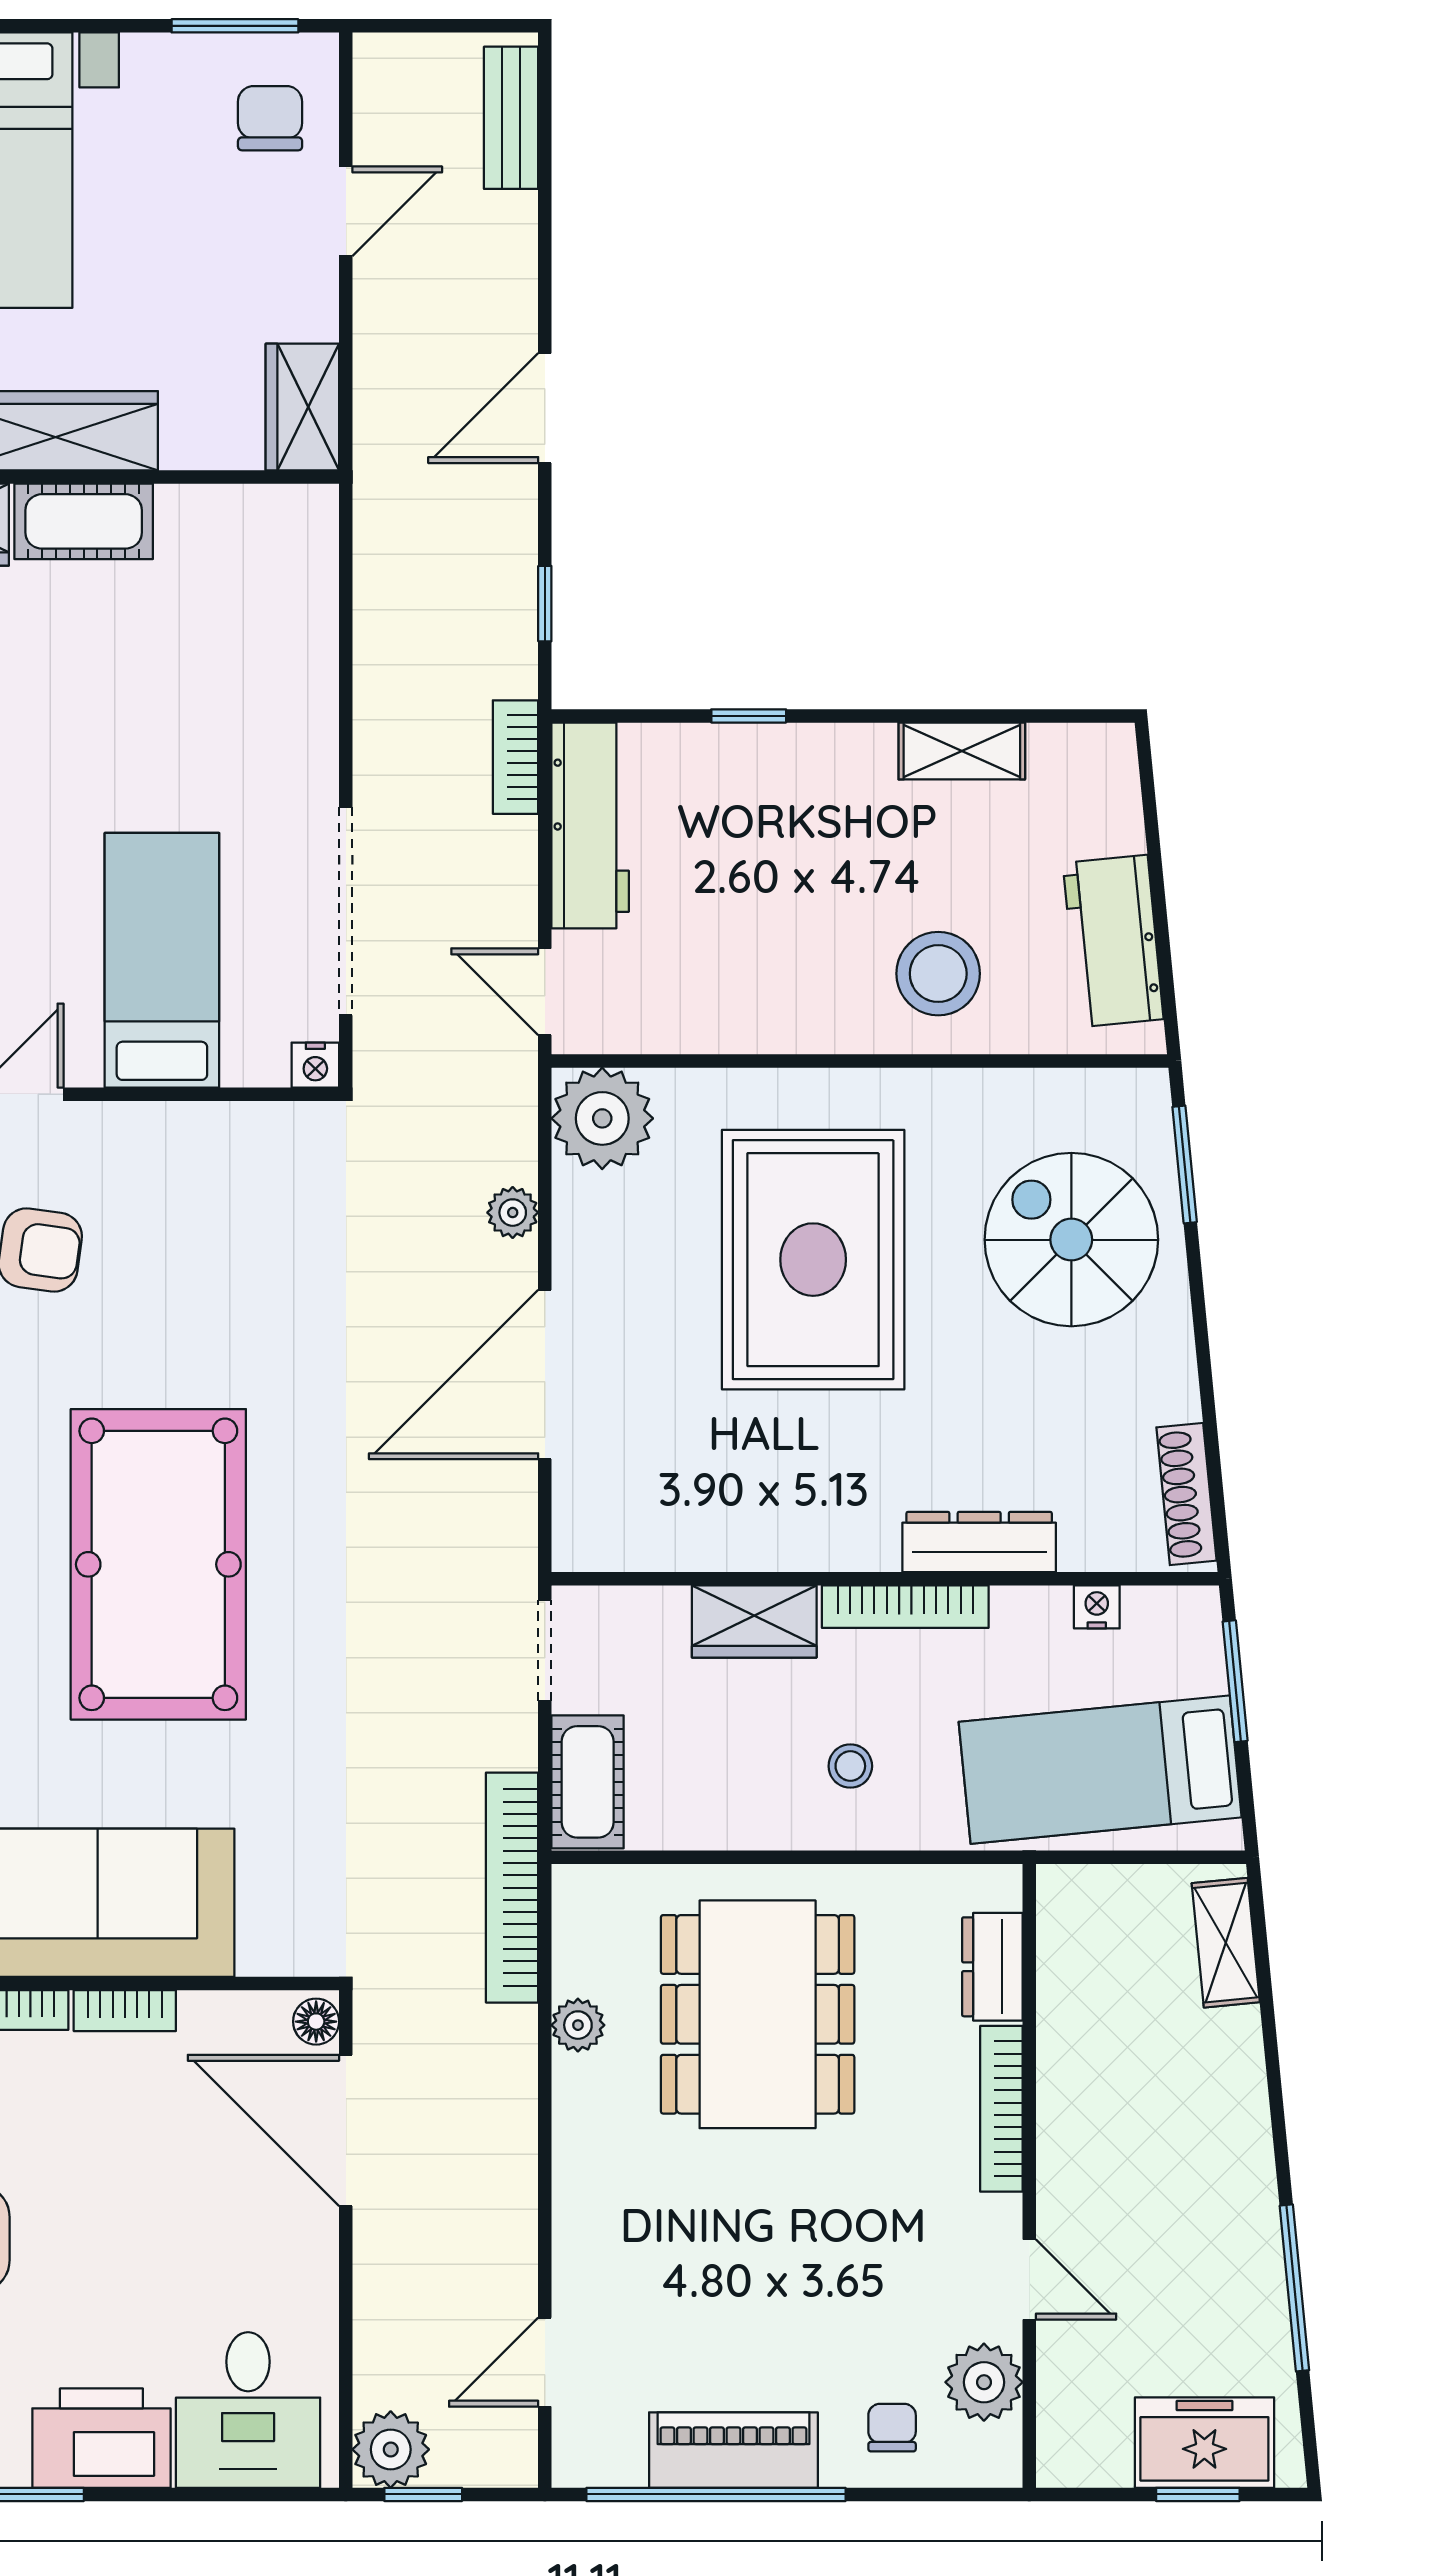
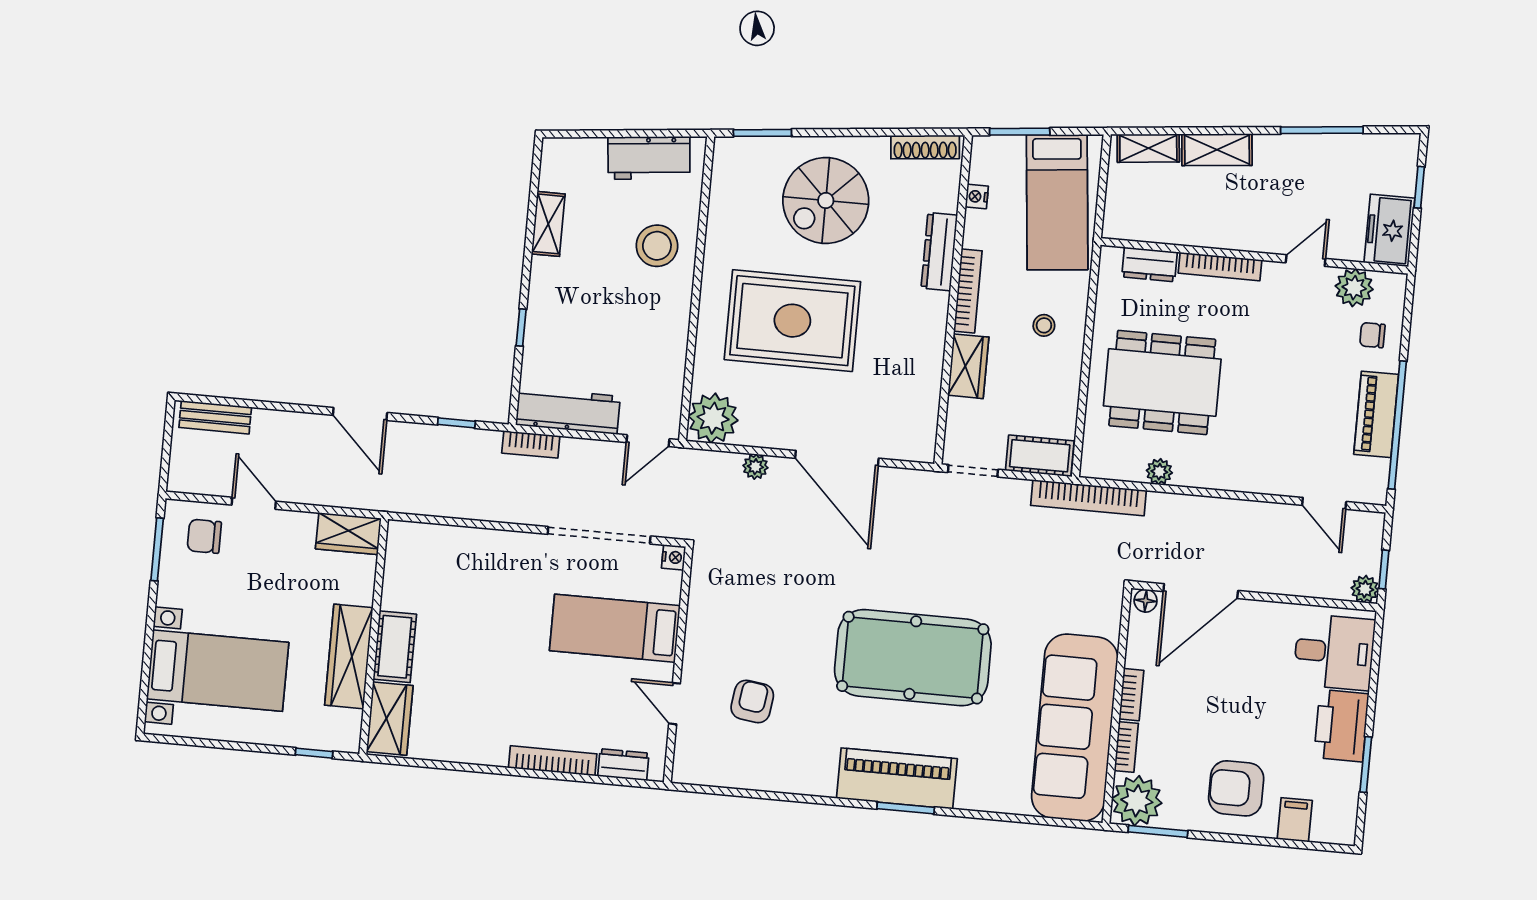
spiral stairs: (1071, 1240) -> (826, 200), moved
shelving: (1236, 2081) -> (1217, 150), added
freezer: (1204, 2443) -> (1389, 230), moved
plant: (391, 2449) -> (1365, 589), width x0.73, depth x0.73

